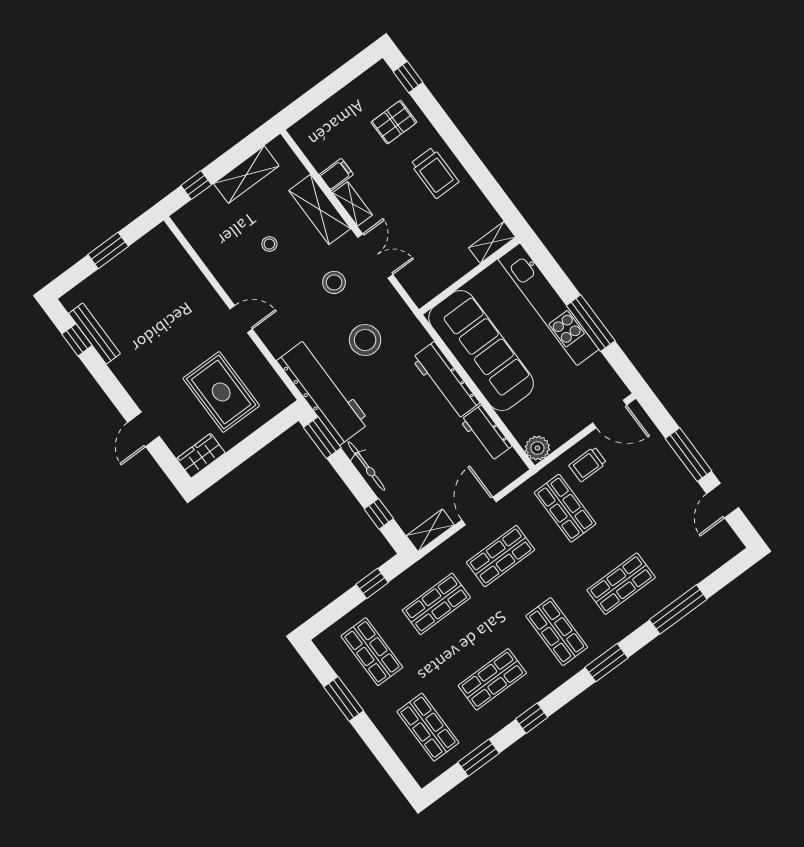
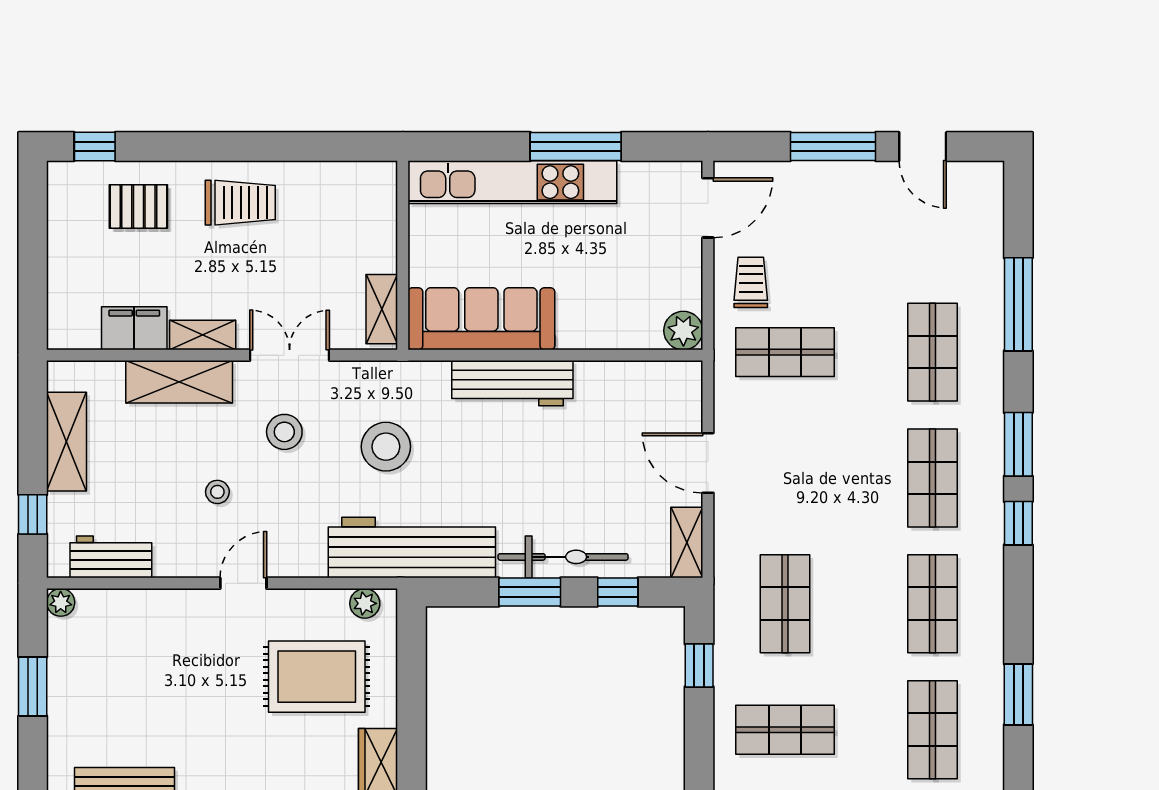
pallet: (394, 122) -> (138, 206), turned 90
filing cabinet: (336, 175) -> (134, 328), width x2.00
plant: (162, 233) -> (61, 602), added
shelving: (492, 242) -> (382, 309), moved
stool: (269, 244) -> (217, 492), moved
sofa: (481, 351) -> (481, 319), width x0.74, depth x0.79
plant: (277, 389) -> (365, 603), added
workbench: (486, 433) -> (111, 557), moved, turned 180
window: (322, 438) -> (530, 592), moved
trolley: (588, 464) -> (751, 282), turned 180
bicycle: (366, 466) -> (563, 557), width x1.37, depth x1.40
shop shelf: (501, 556) -> (785, 478), removed
shop shelf: (557, 632) -> (932, 478), turned 90
window: (532, 718) -> (1018, 523), moved
shop shelf: (428, 727) -> (932, 730), turned 90

